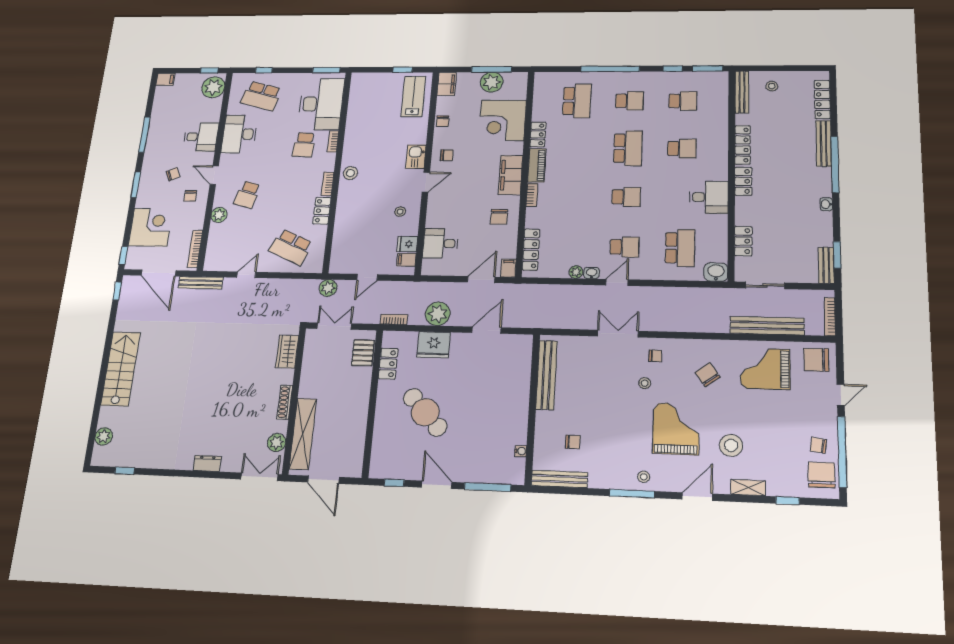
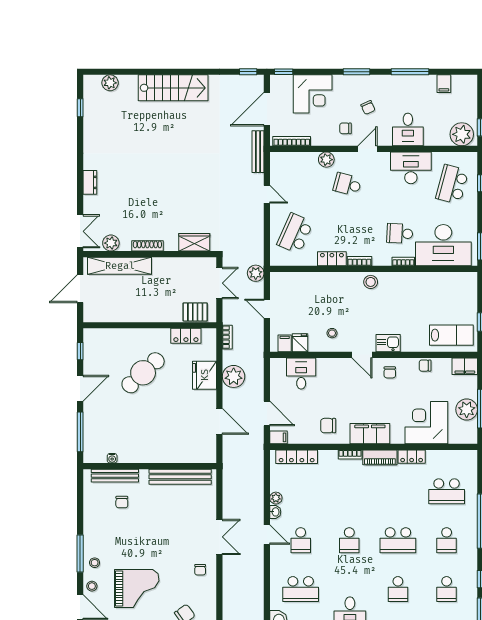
filing cabinet: (165, 79) -> (444, 84), moved
stool: (645, 383) -> (92, 586), moved
bench: (560, 479) -> (115, 476), moved, turned 90

